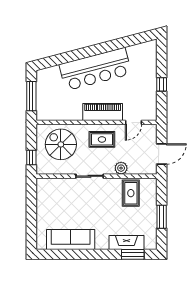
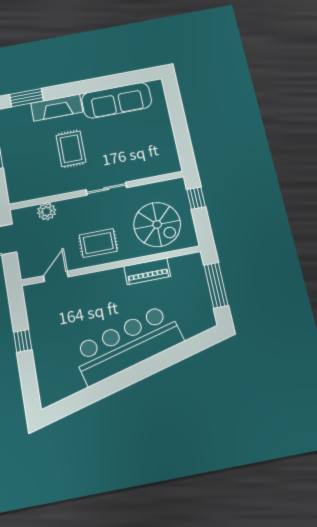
piano: (103, 112) -> (147, 271), moved, width x0.73, depth x0.75
plant: (121, 168) -> (47, 211), moved
rug: (131, 193) -> (71, 149), moved
fireplace: (127, 242) -> (57, 108), moved

